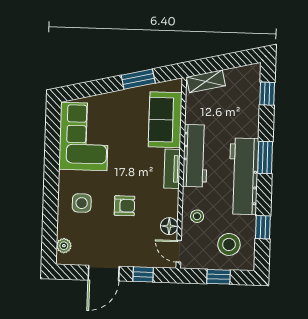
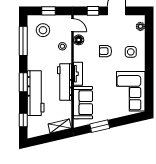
workbench: (244, 176) -> (36, 93), moved
window: (263, 227) -> (23, 41), width x2.17

